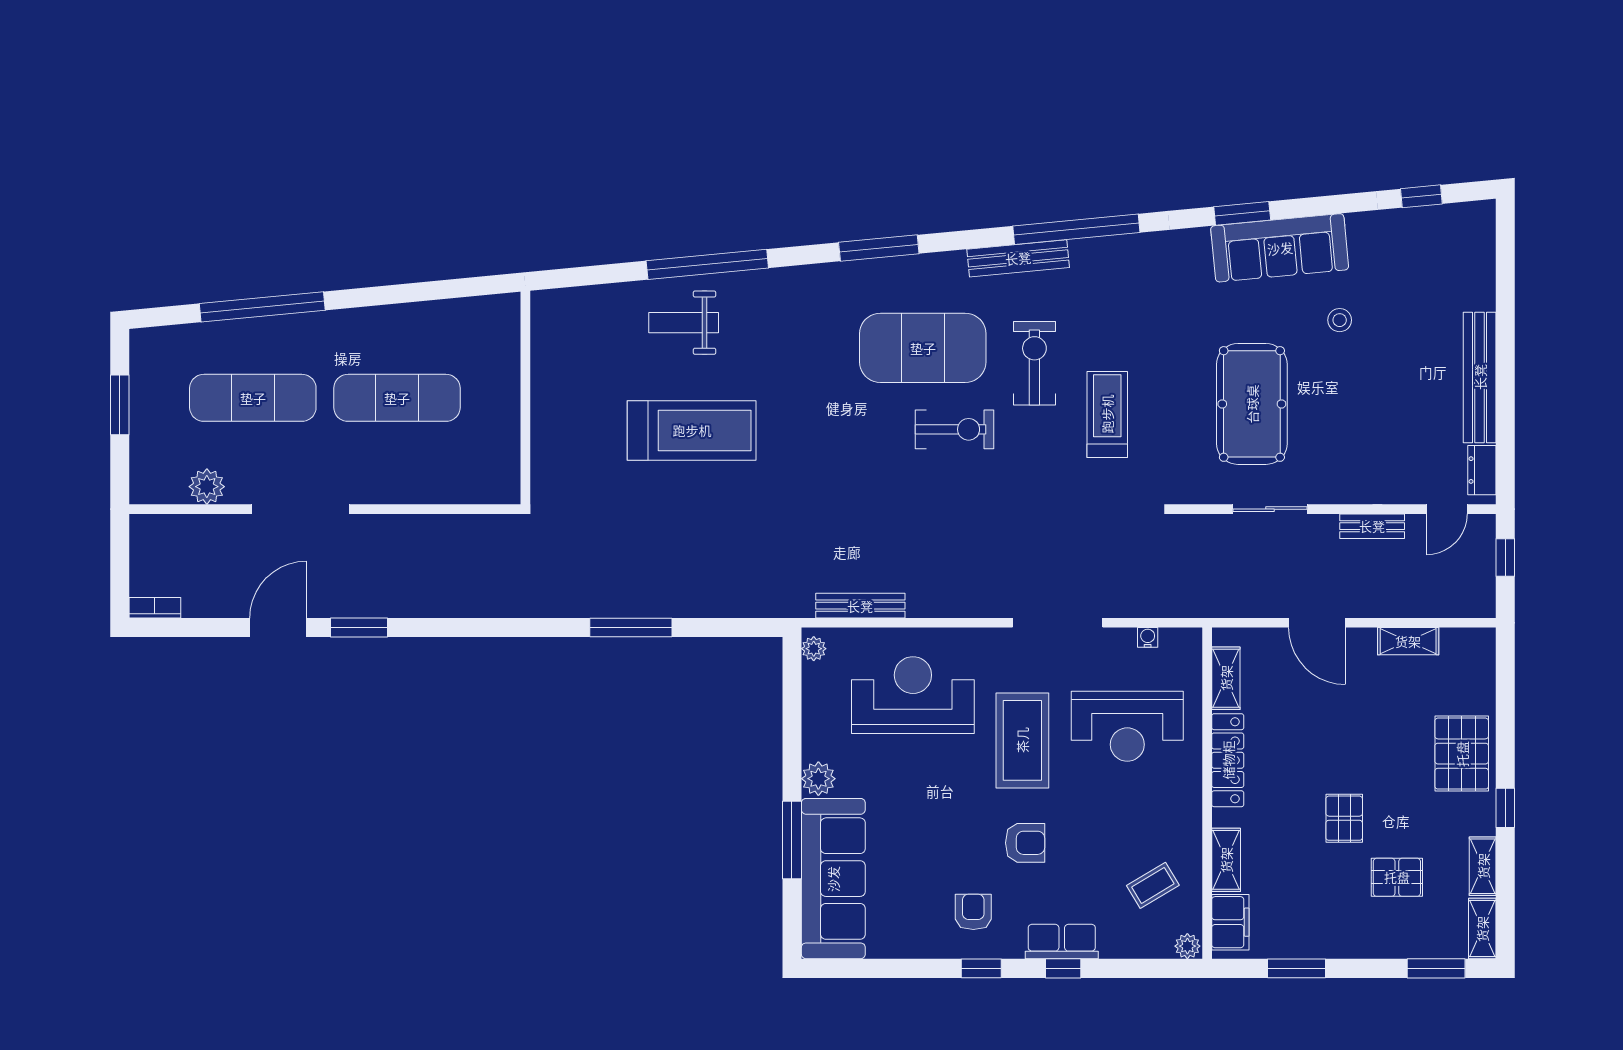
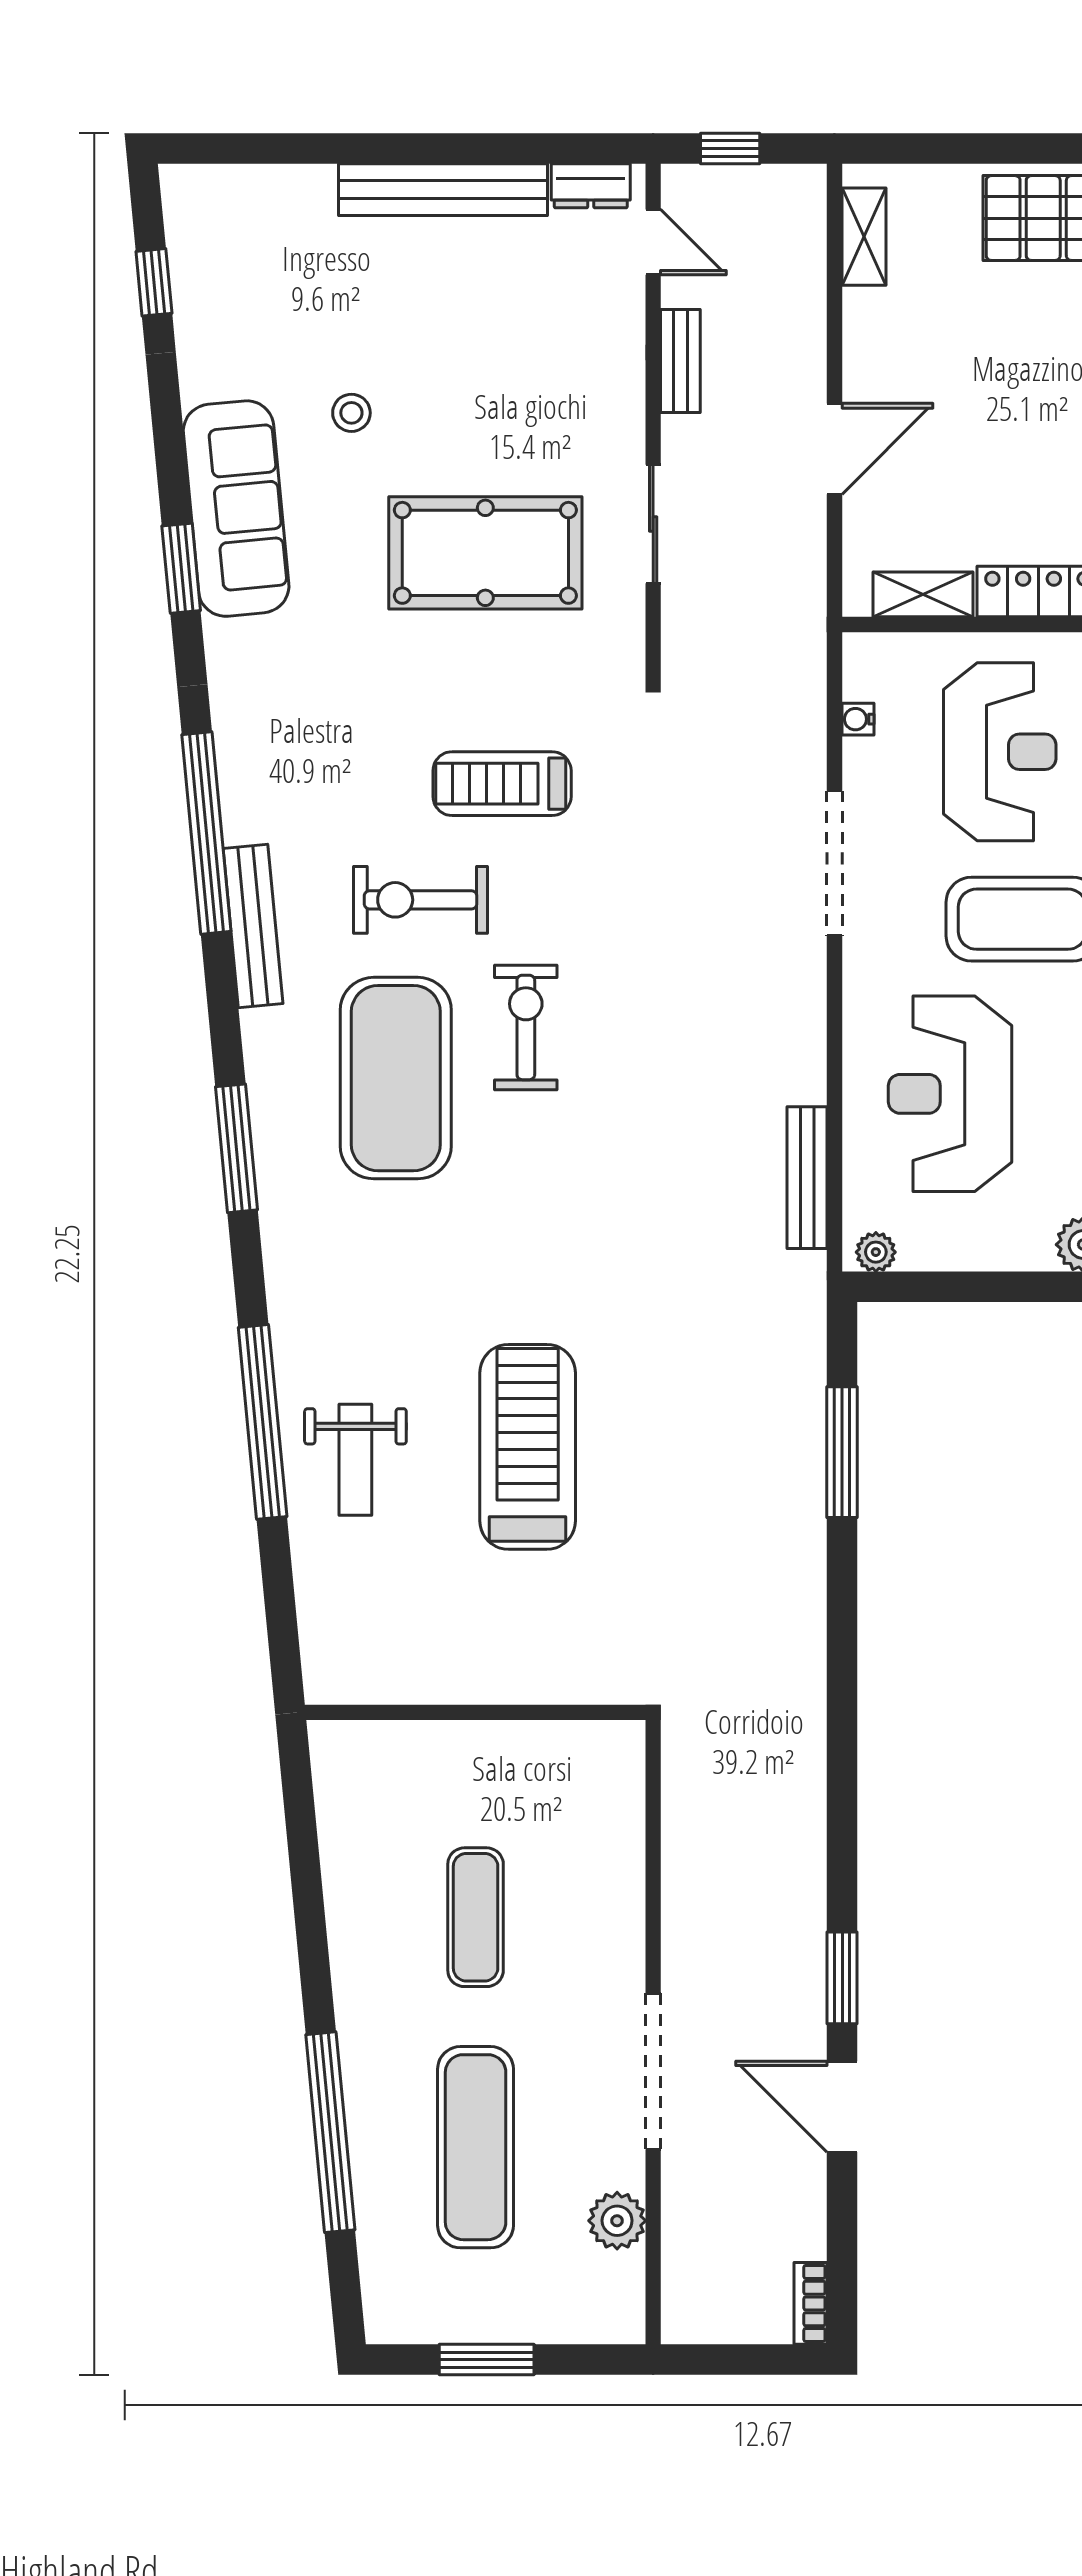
exercise mat: (397, 398) -> (476, 1917), width x0.73, depth x0.69
window: (631, 627) -> (842, 1452), moved
shelving: (1408, 641) -> (864, 237), moved

